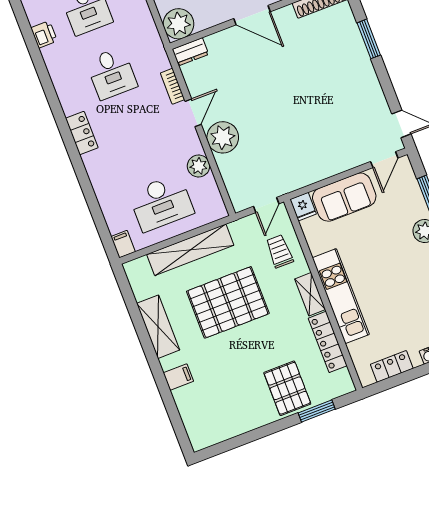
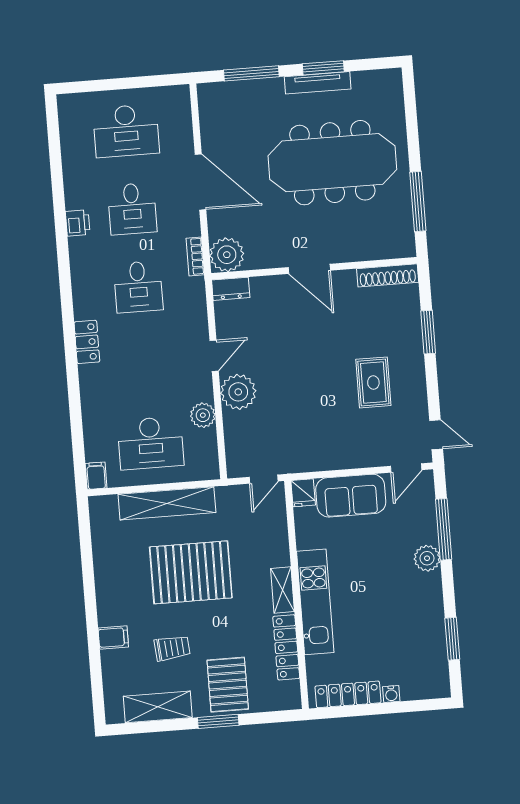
bookcase: (173, 86) -> (195, 256), moved
rug: (335, 95) -> (373, 382), added
trolley: (280, 251) -> (172, 648), moved, turned 85
shelving: (158, 327) -> (158, 707), moved, turned 90
locker: (392, 366) -> (348, 694), width x1.53
window: (317, 411) -> (218, 721), moved

